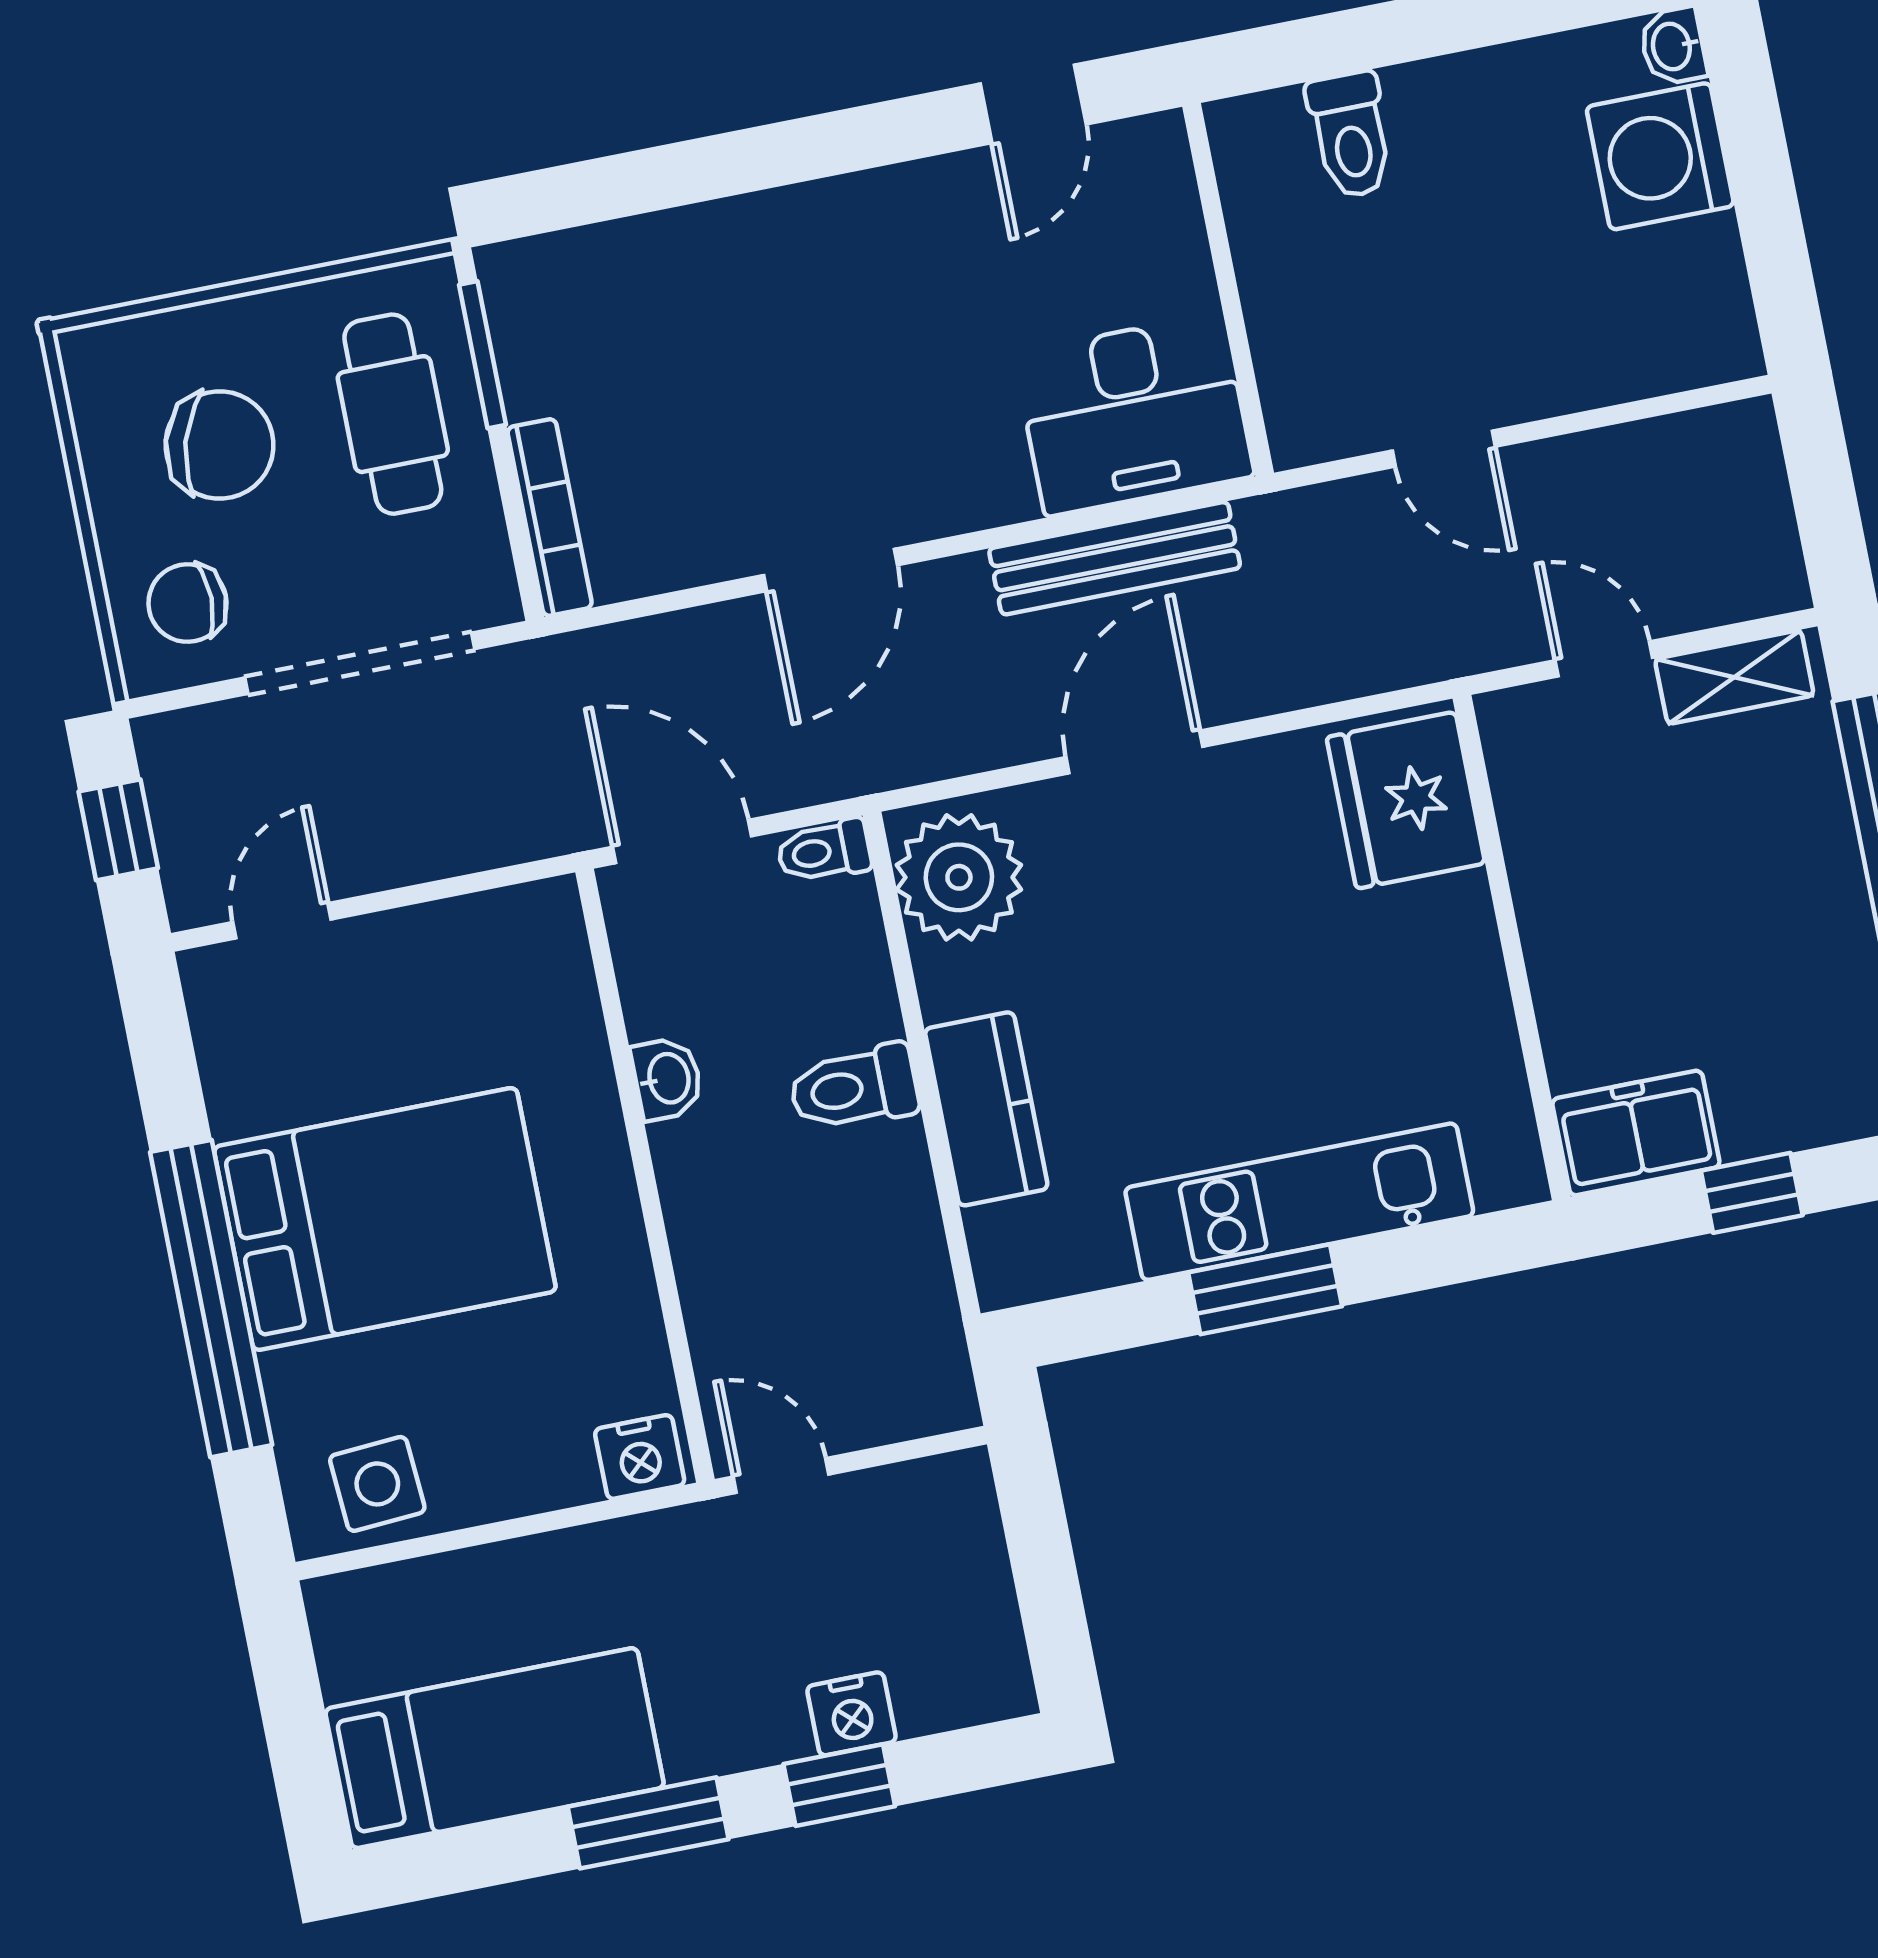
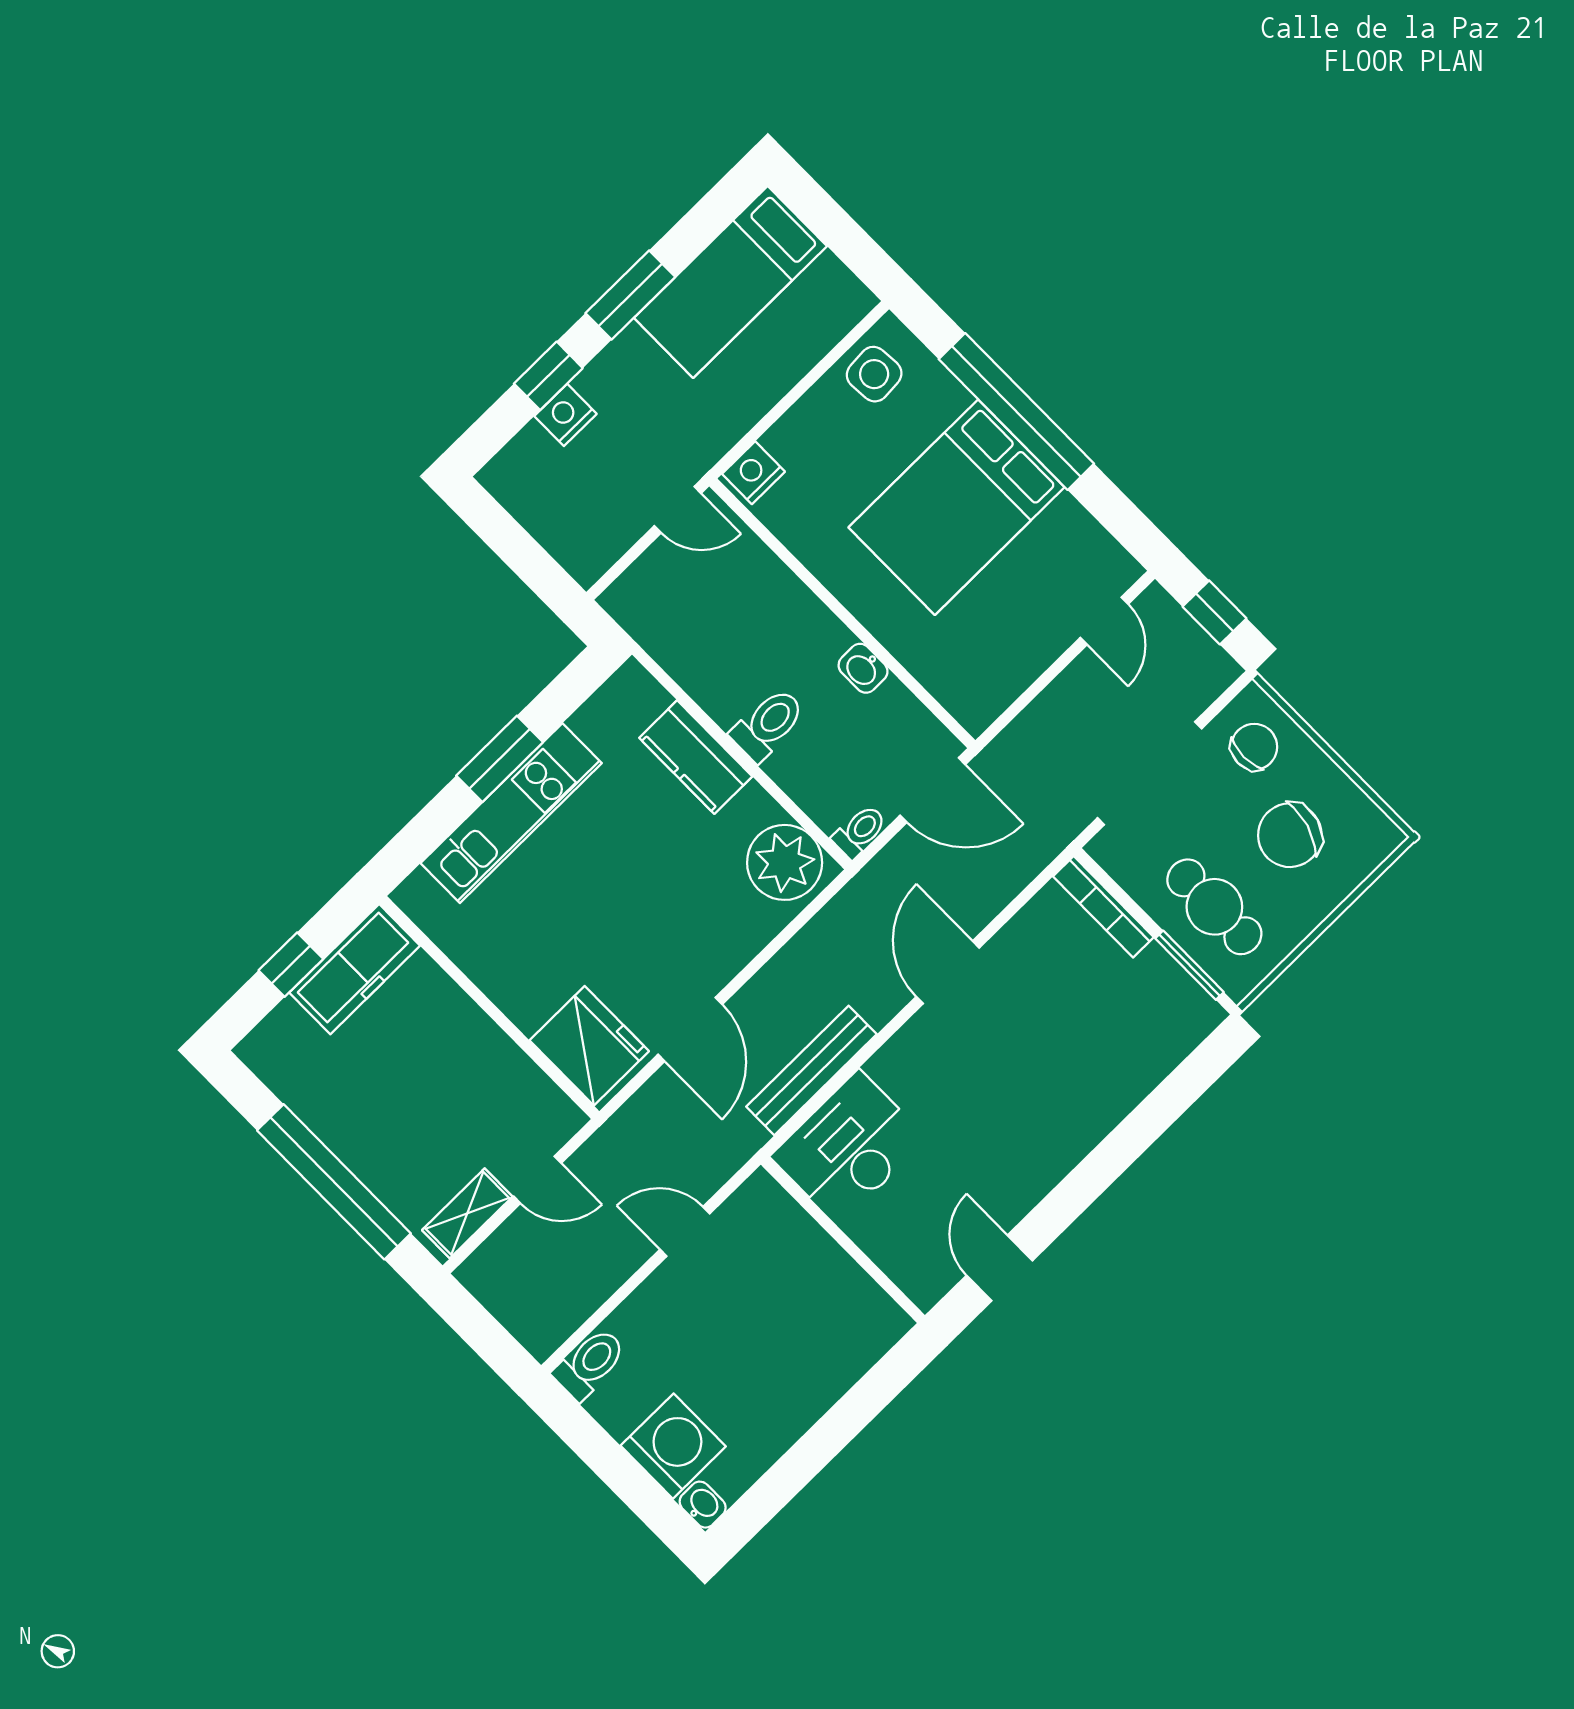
toilet: (1350, 135) -> (590, 1364), moved, turned 90
door: (1134, 752) -> (690, 1029), moved
freezer: (1636, 1133) -> (355, 969), width x1.40

